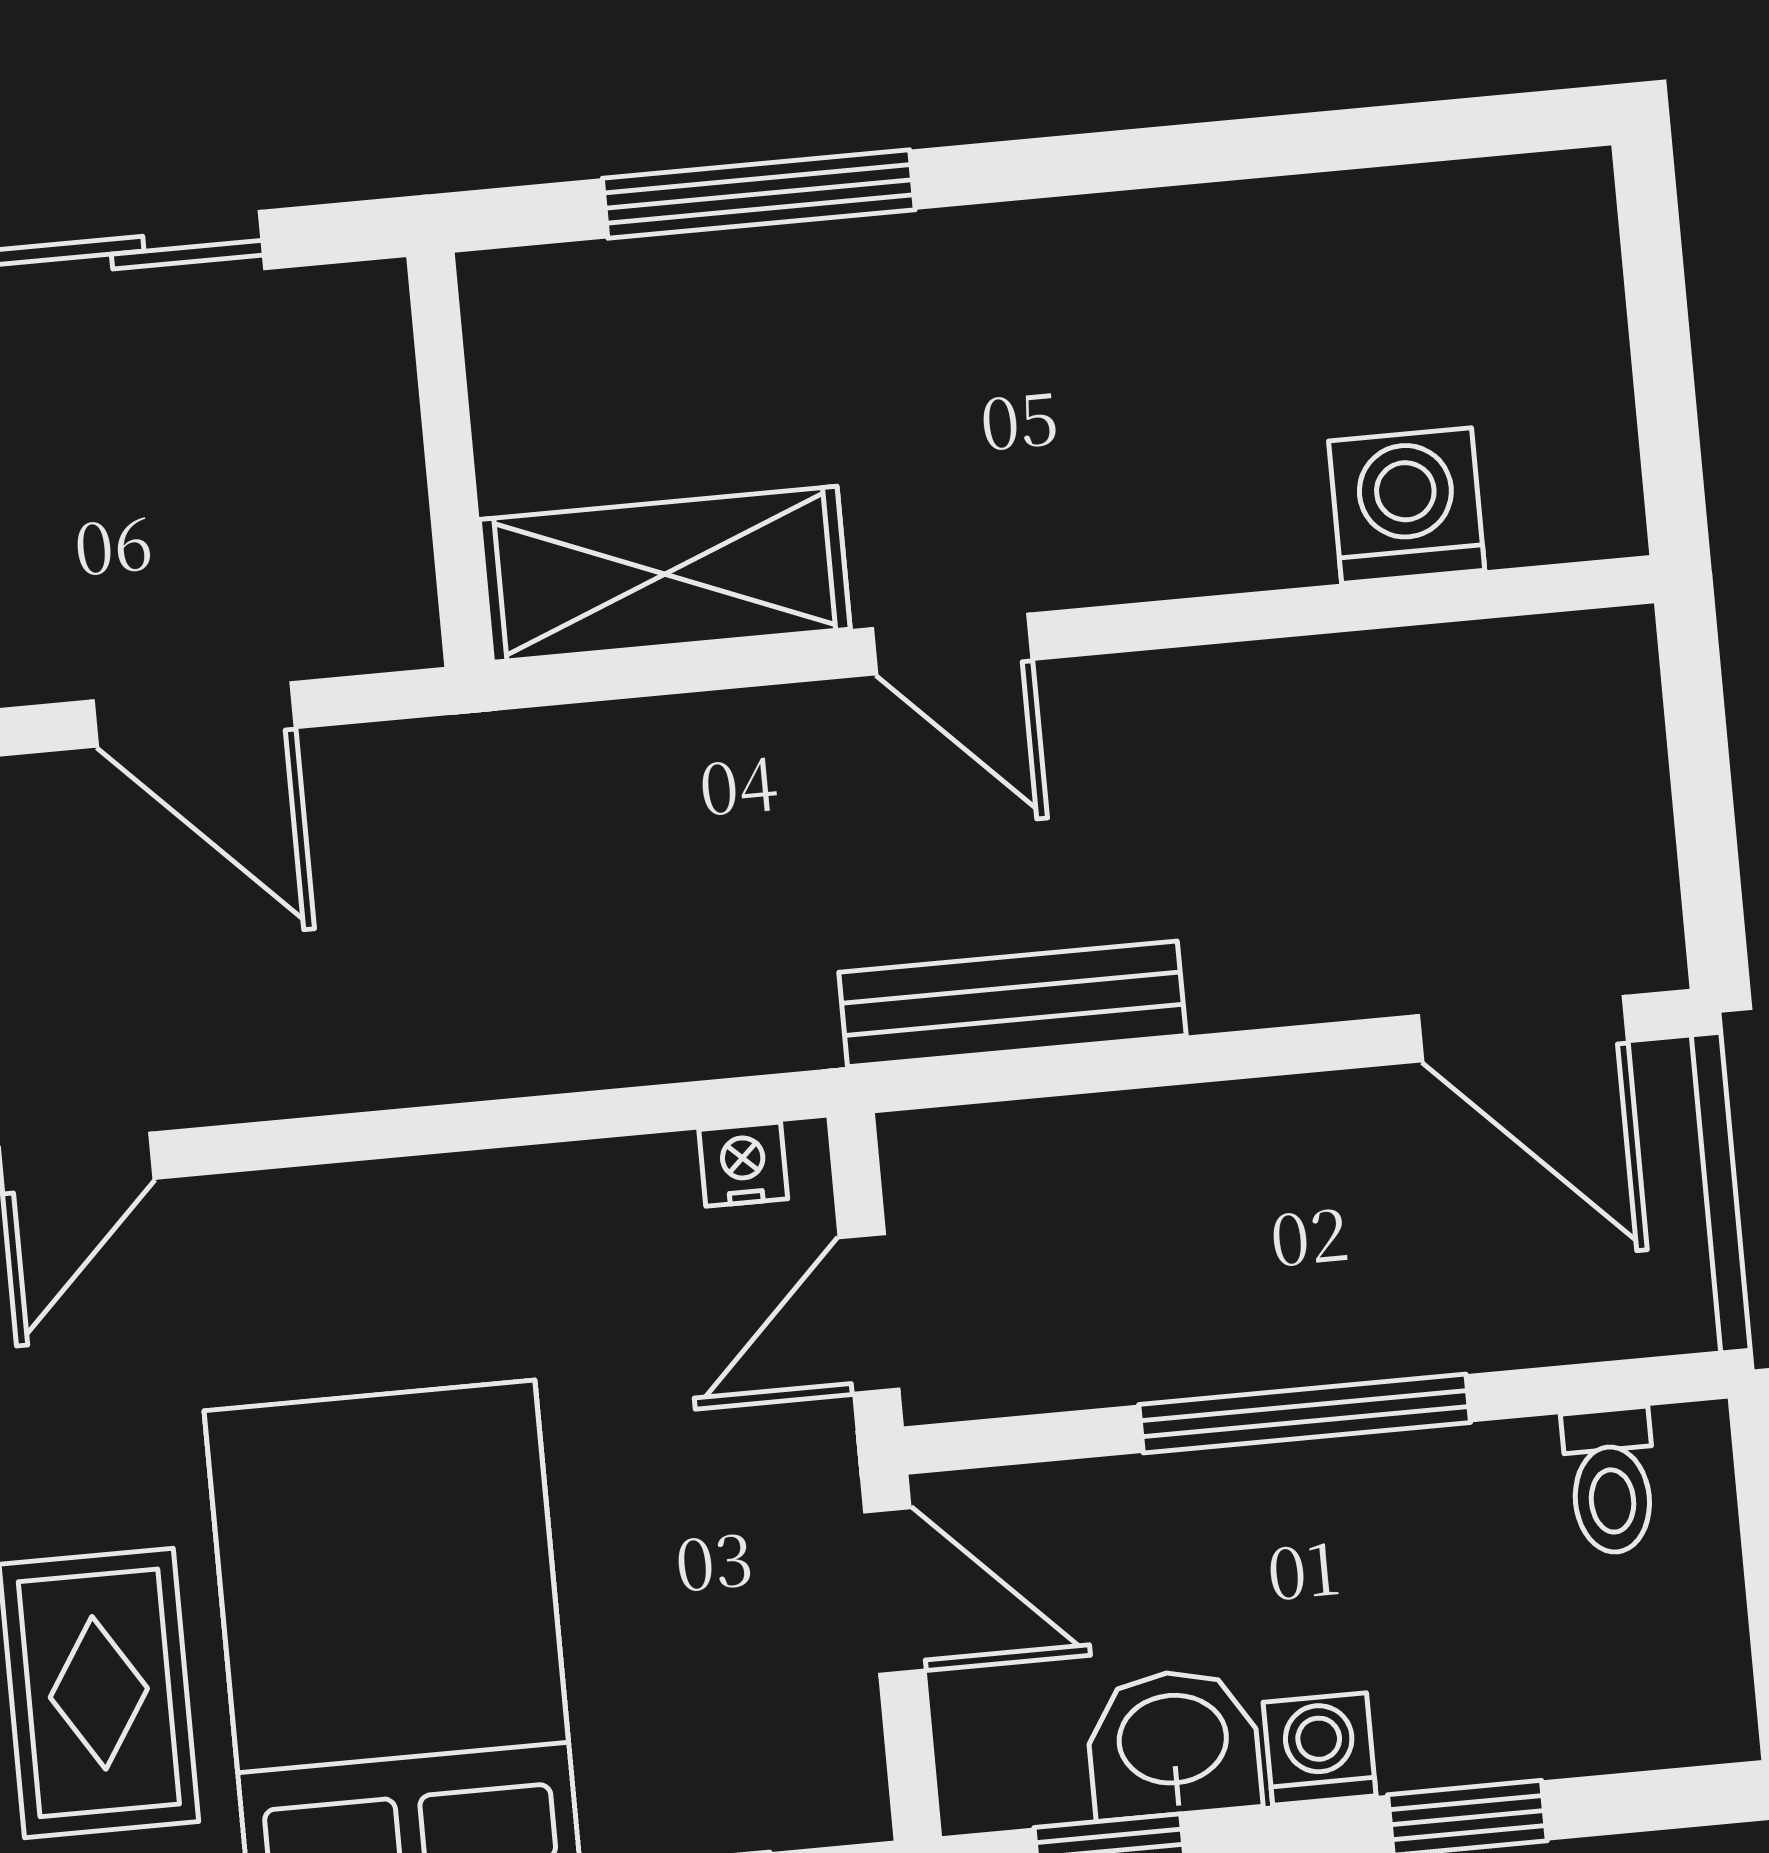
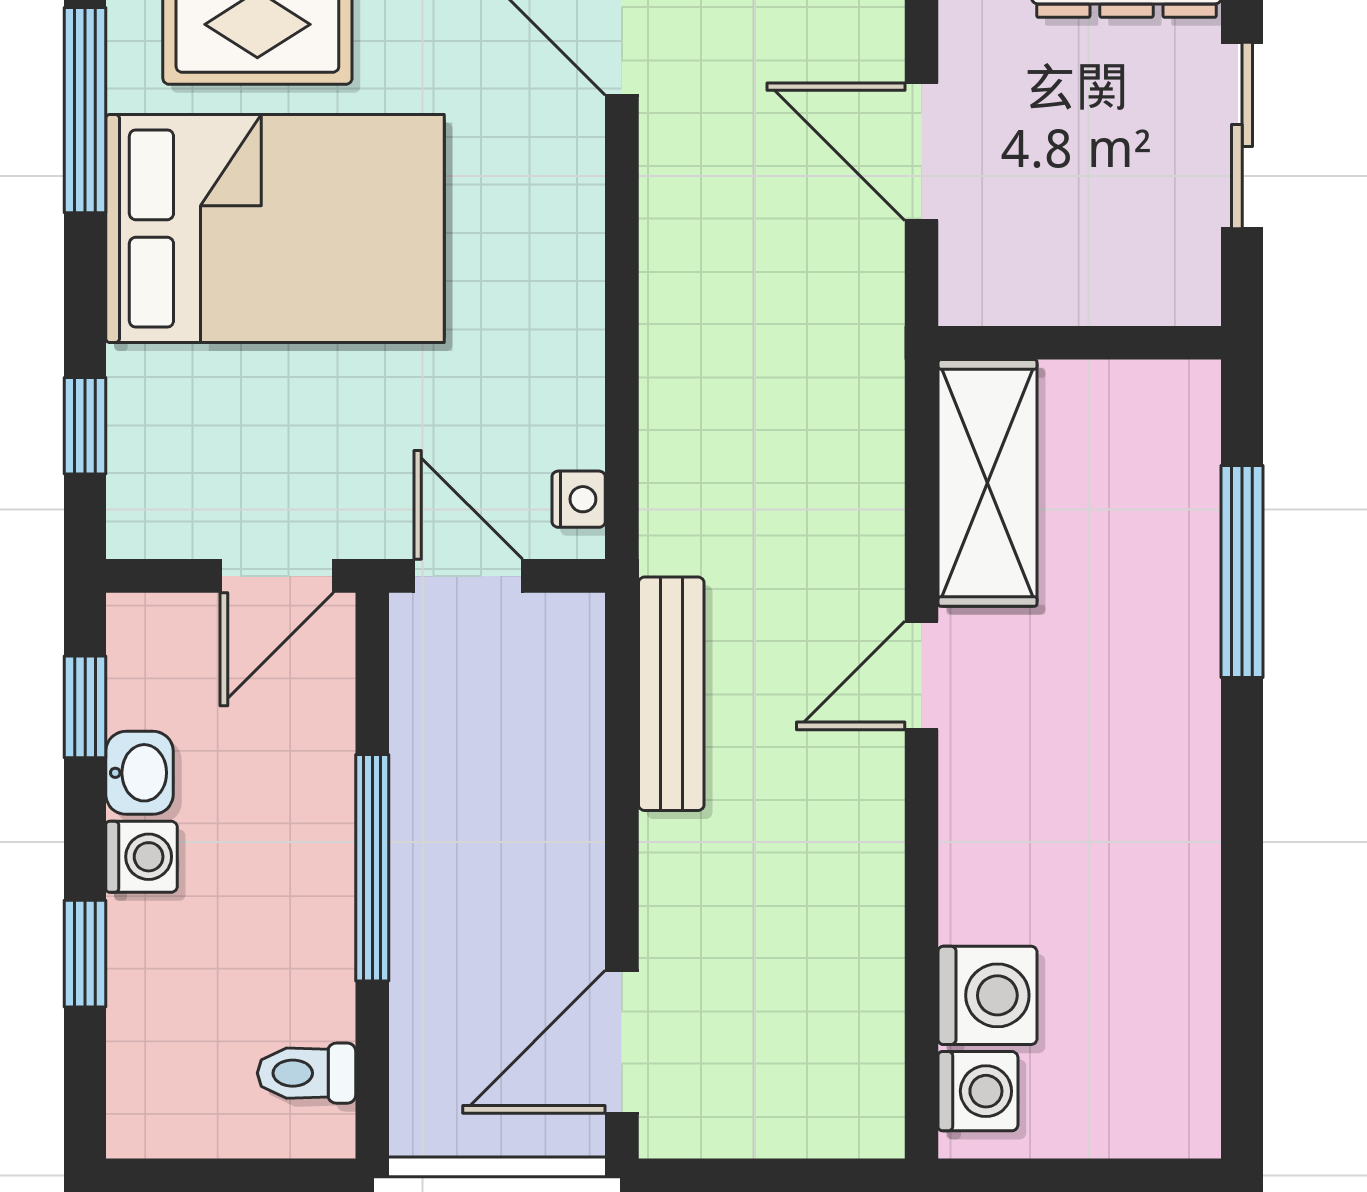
washing machine: (1547, 506) -> (978, 1091), added
door: (194, 714) -> (922, 152), hinge flipped
washbasin: (1173, 1743) -> (139, 773), width x0.72, depth x0.69

